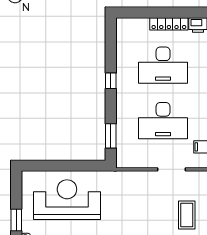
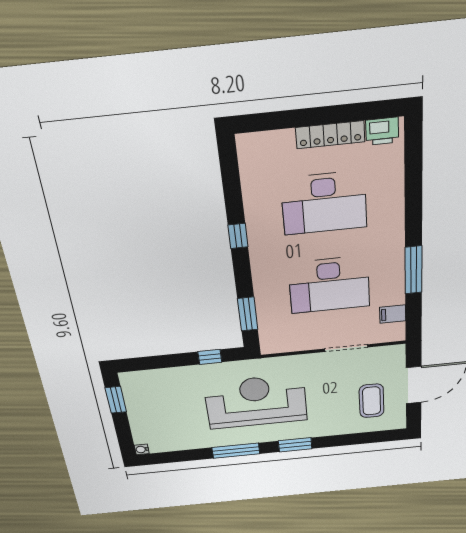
window: (83, 166) -> (210, 357), added
reception desk: (67, 200) -> (256, 402), moved
window: (16, 220) -> (116, 400), moved

